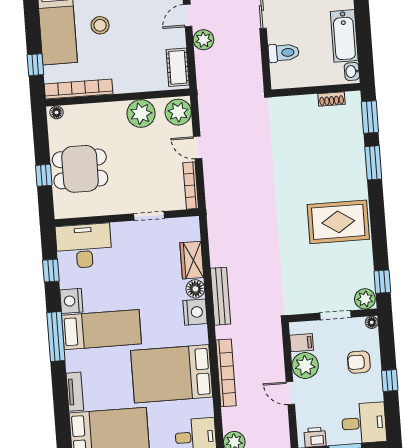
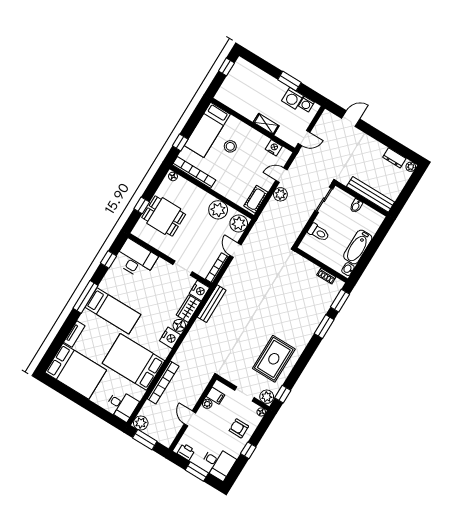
rug: (338, 222) -> (274, 359), moved, turned 90
bench: (221, 296) -> (212, 304), moved
nightstand: (71, 301) -> (199, 291), moved, turned 180
plant: (305, 366) -> (207, 404), width x0.53, depth x0.53

